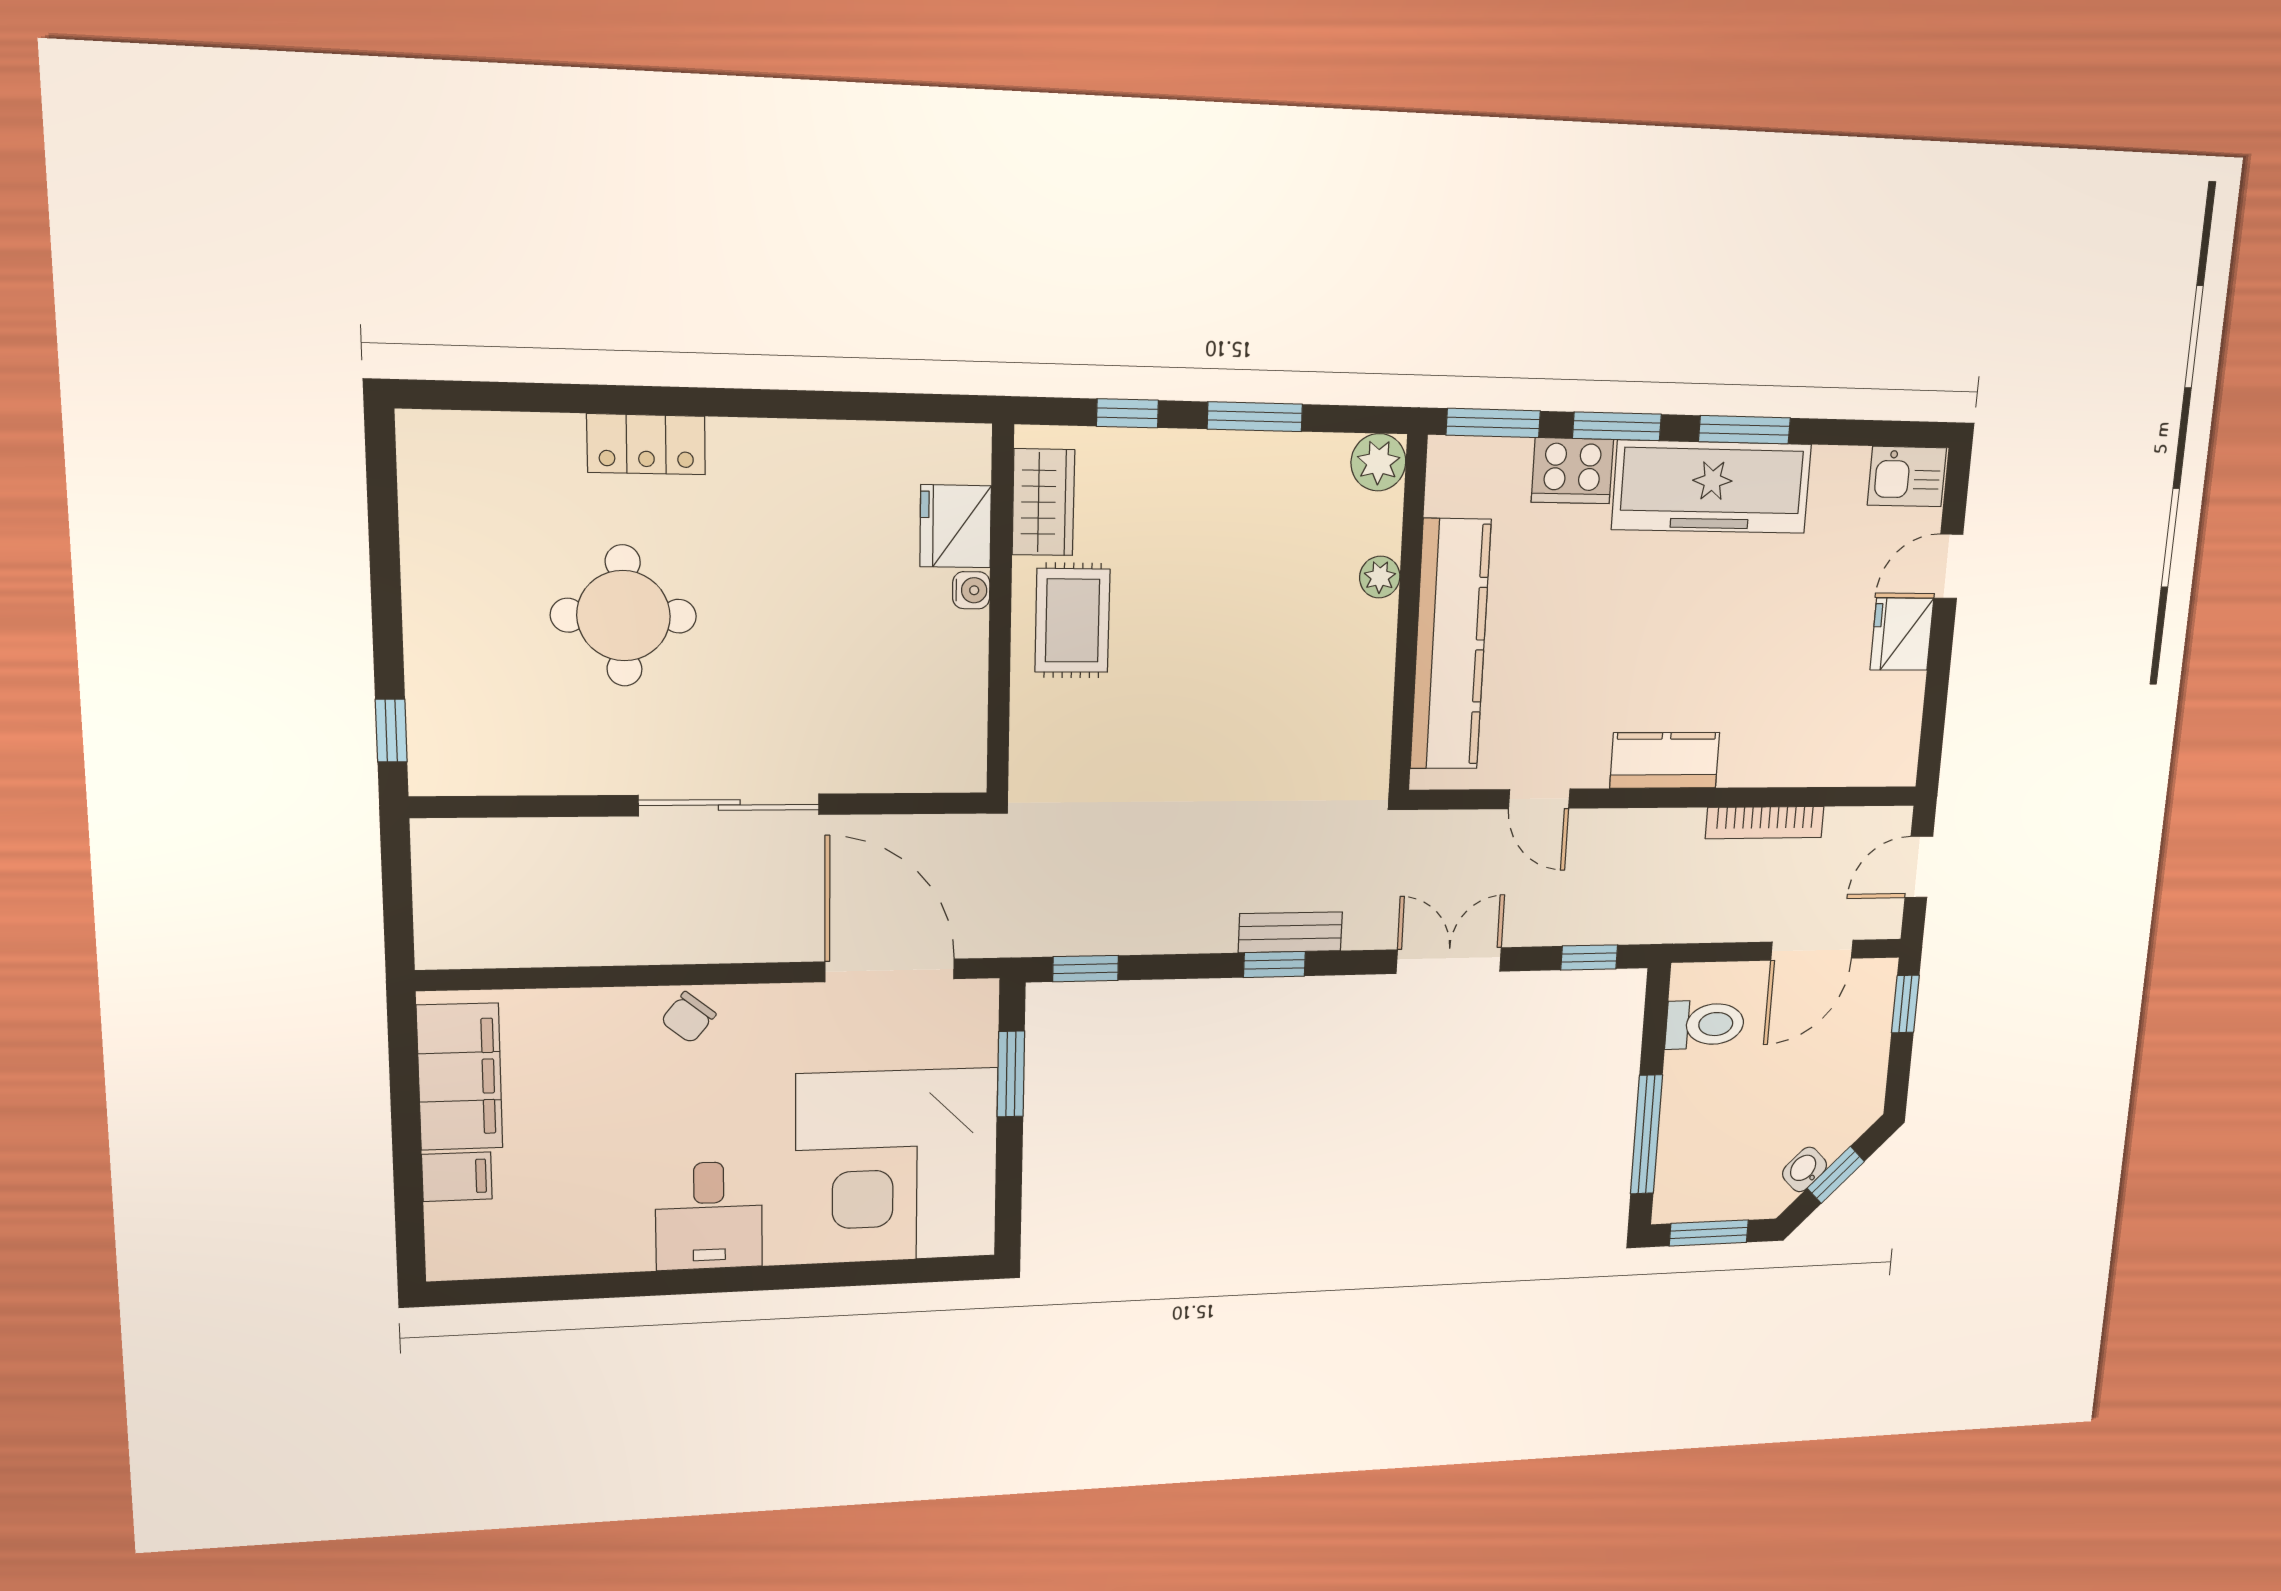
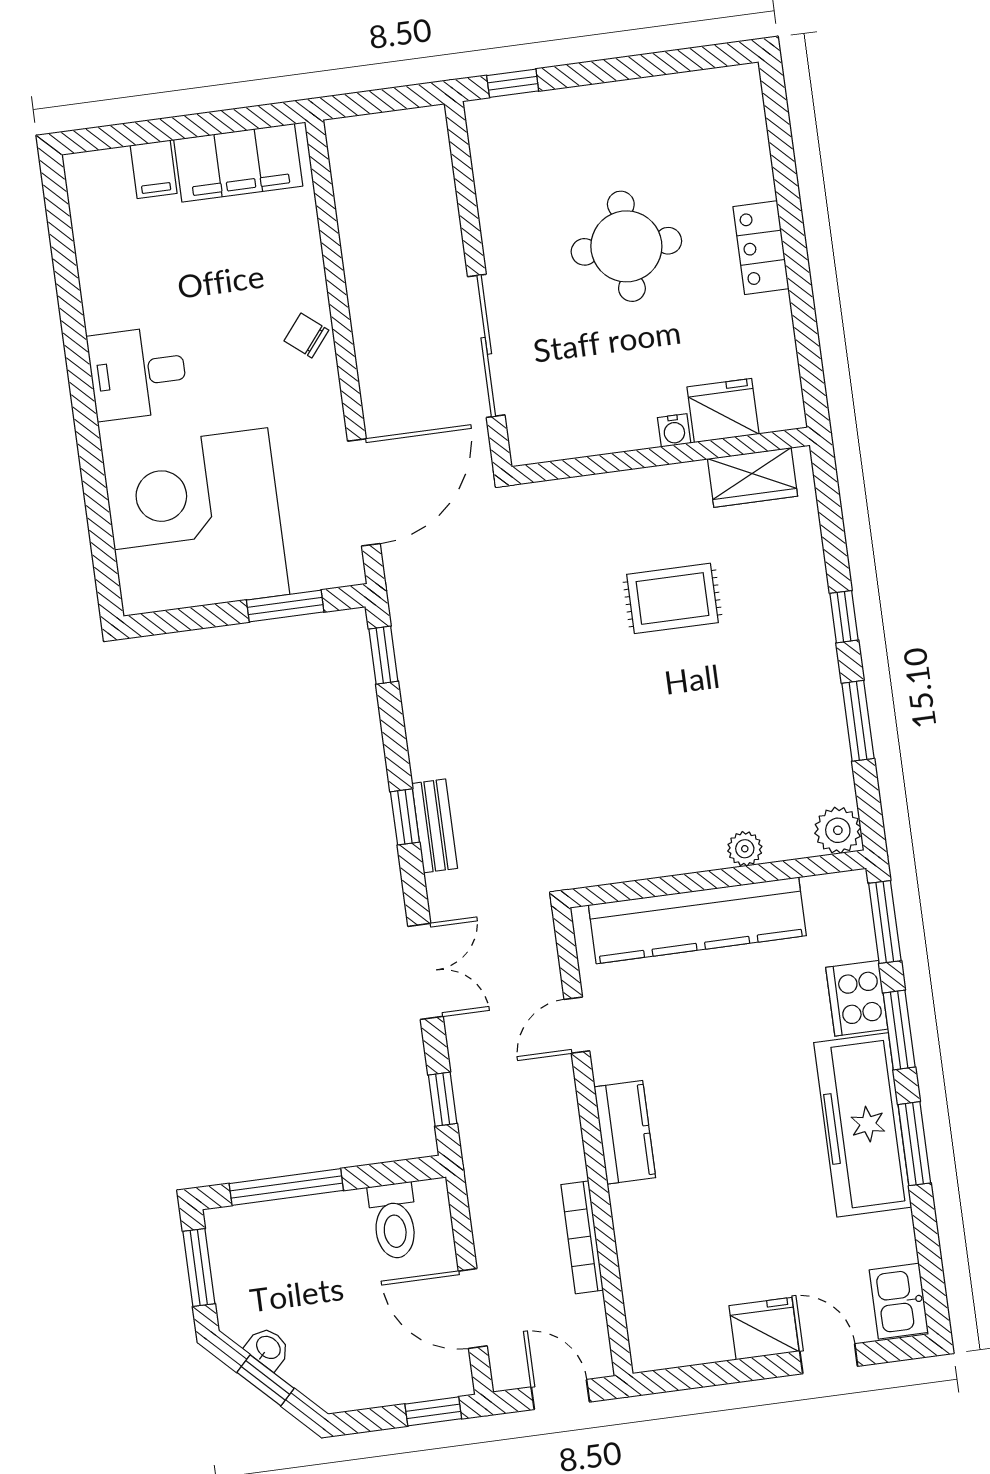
wardrobe: (1043, 502) -> (752, 477), moved
fridge: (956, 526) -> (723, 411), moved
water cooler: (971, 590) -> (674, 430), moved
wall: (1000, 611) -> (661, 456), moved

